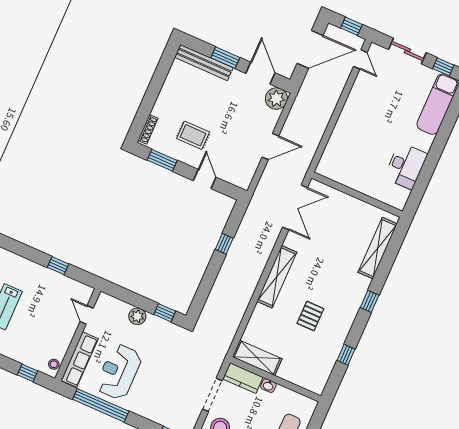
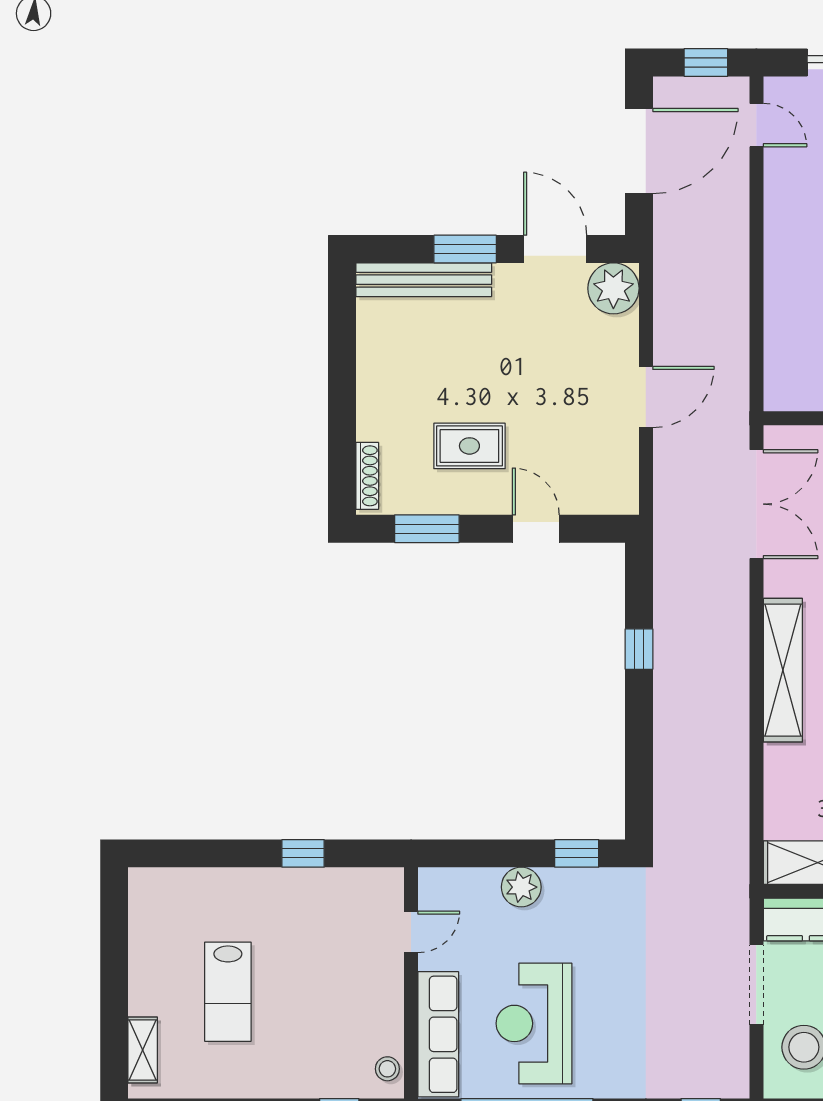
door: (87, 315) -> (411, 932), swing flipped

